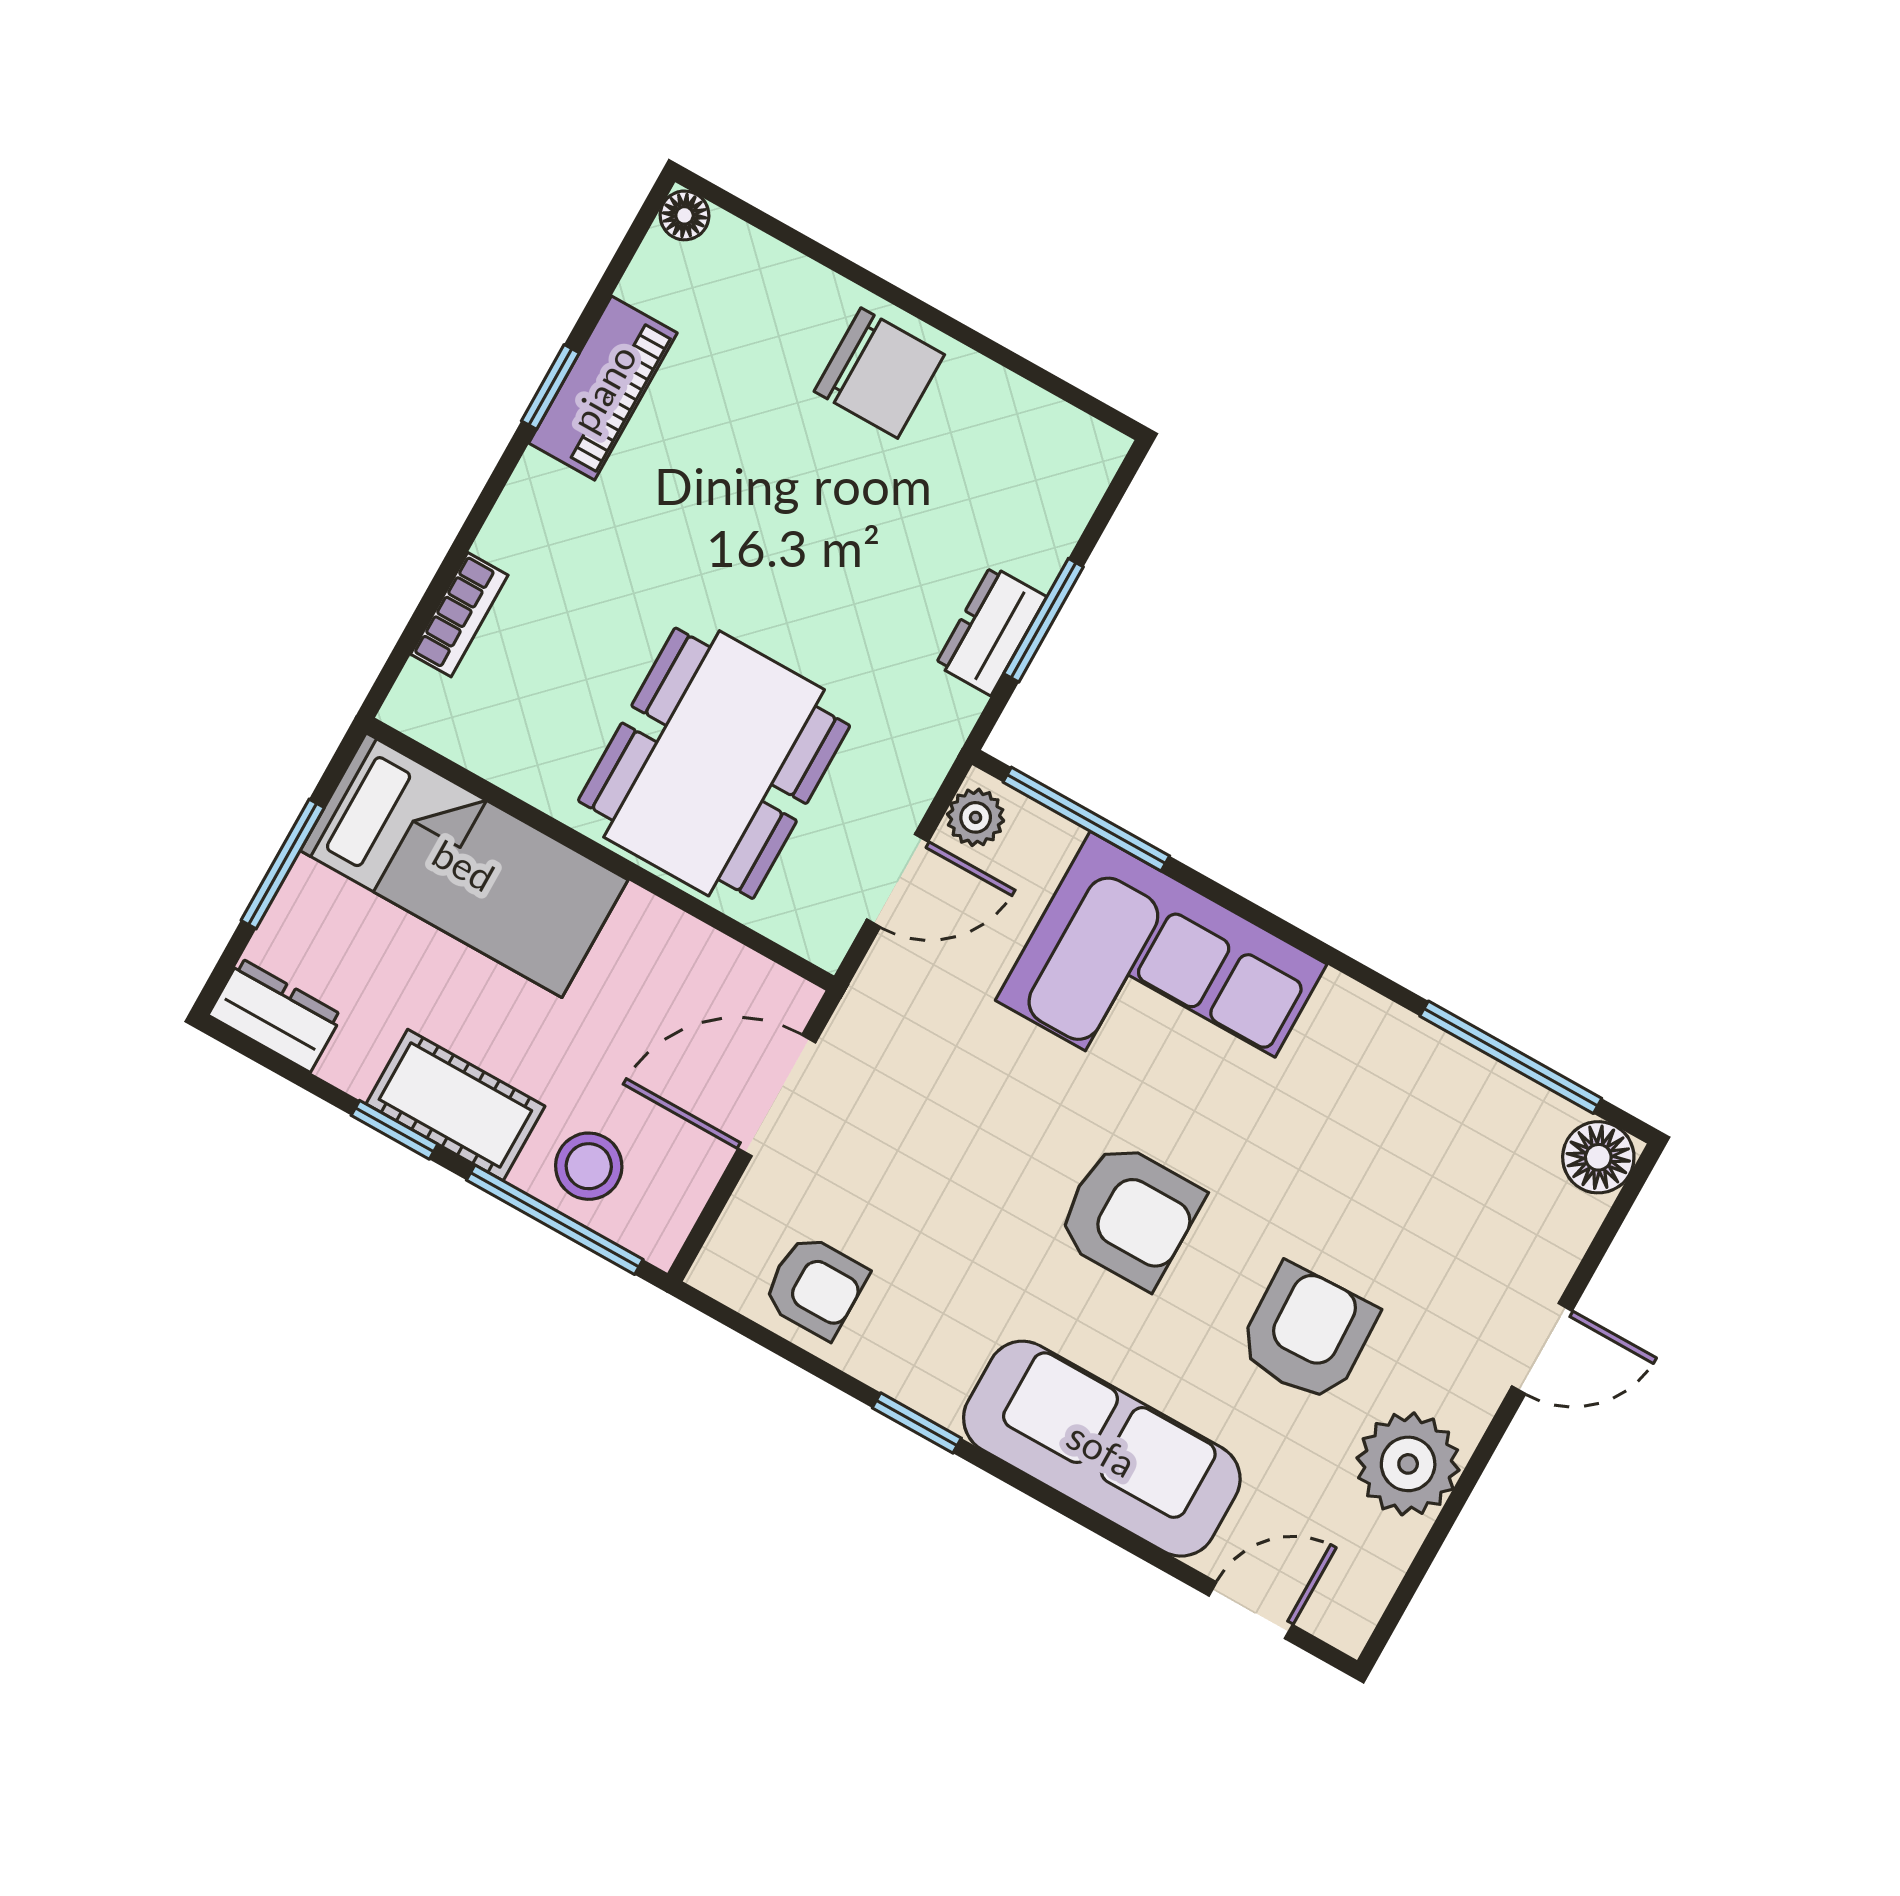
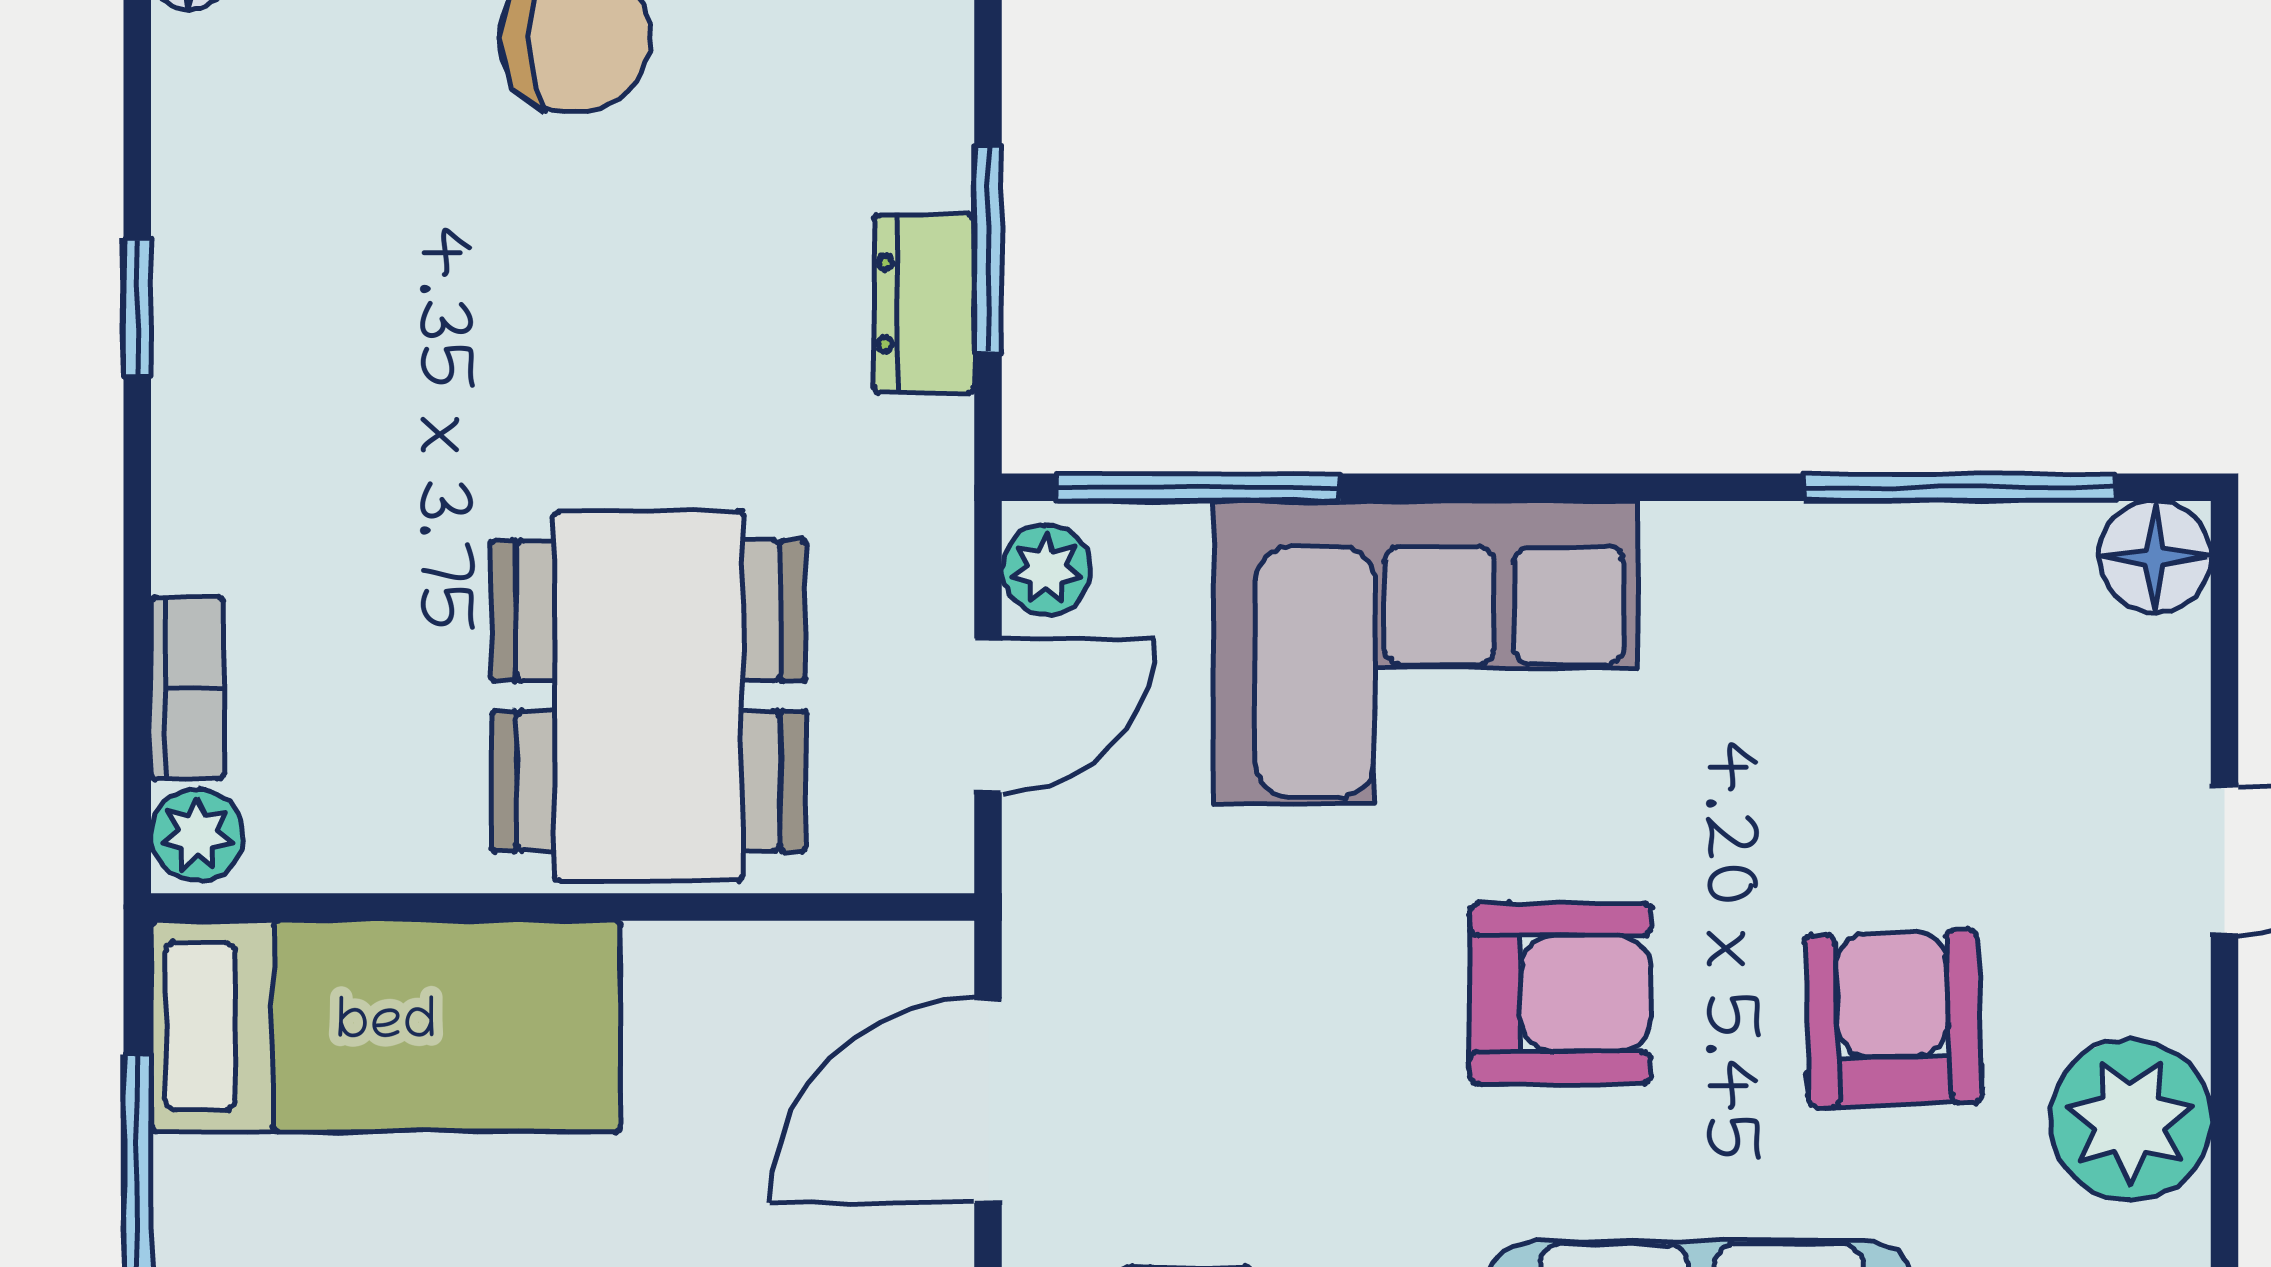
piano: (603, 388) -> (210, 269), removed
plant: (419, 699) -> (197, 835), added

